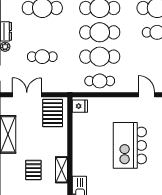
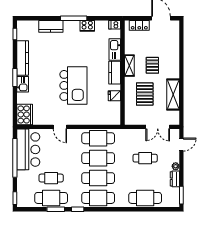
cafe table: (100, 81) -> (98, 138), width x1.37, depth x1.35
fridge: (80, 106) -> (114, 96), moved
pallet: (53, 113) -> (145, 94), moved
kitchen counter: (79, 161) -> (115, 73), added

